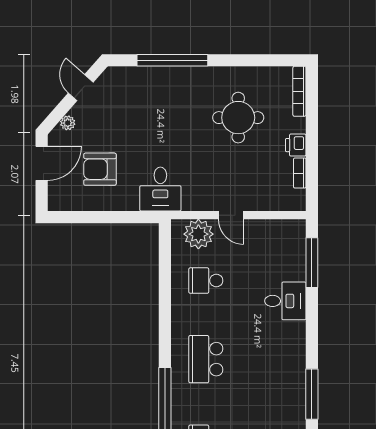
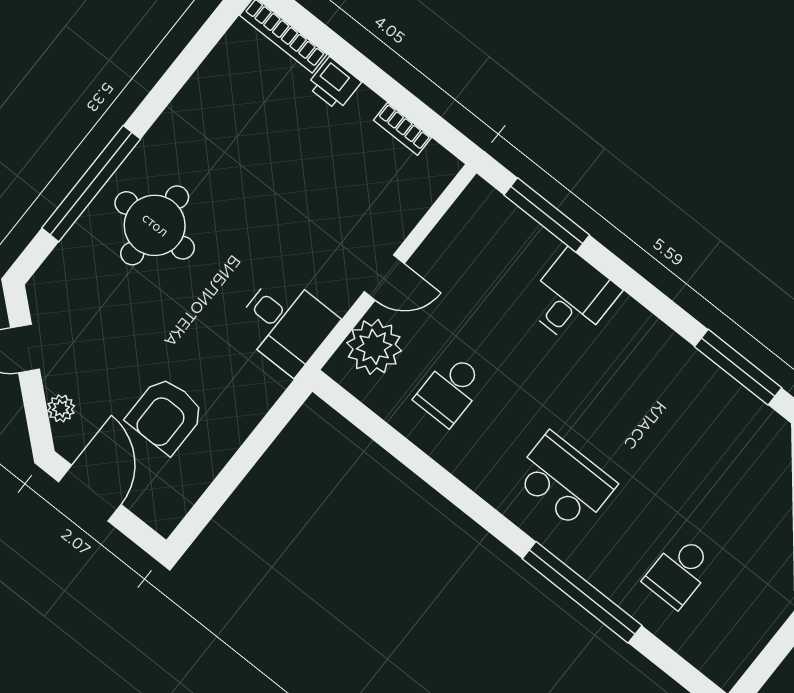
round table: (238, 118) -> (155, 225), moved
printer: (296, 145) -> (334, 84), moved
desk: (160, 189) -> (286, 324), moved
school desk: (206, 359) -> (565, 481), turned 180

